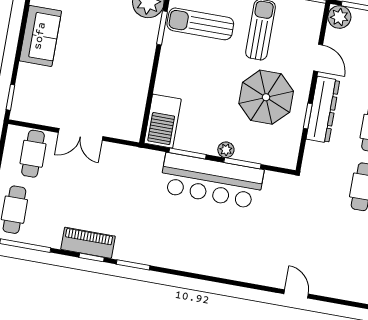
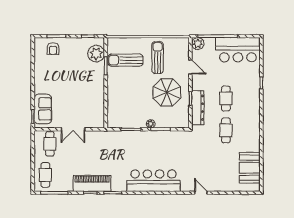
sofa: (40, 36) -> (43, 109), moved
dresser: (323, 110) -> (198, 108), moved
barbecue: (163, 121) -> (115, 115), removed
bar counter: (212, 181) -> (153, 181), moved, turned 180
piano: (88, 243) -> (92, 183), width x1.37, depth x1.33

